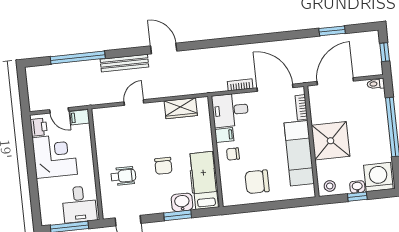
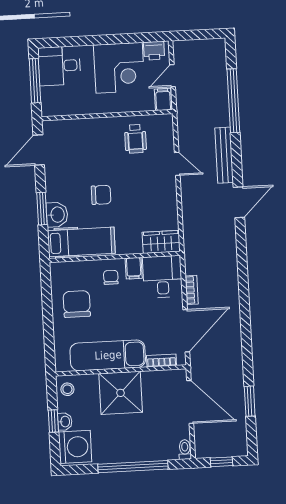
wardrobe: (181, 108) -> (161, 242), moved, turned 90
chair: (163, 166) -> (101, 195), turned 180
wheelchair: (123, 176) -> (135, 139), moved
desk: (79, 204) -> (59, 66), moved

